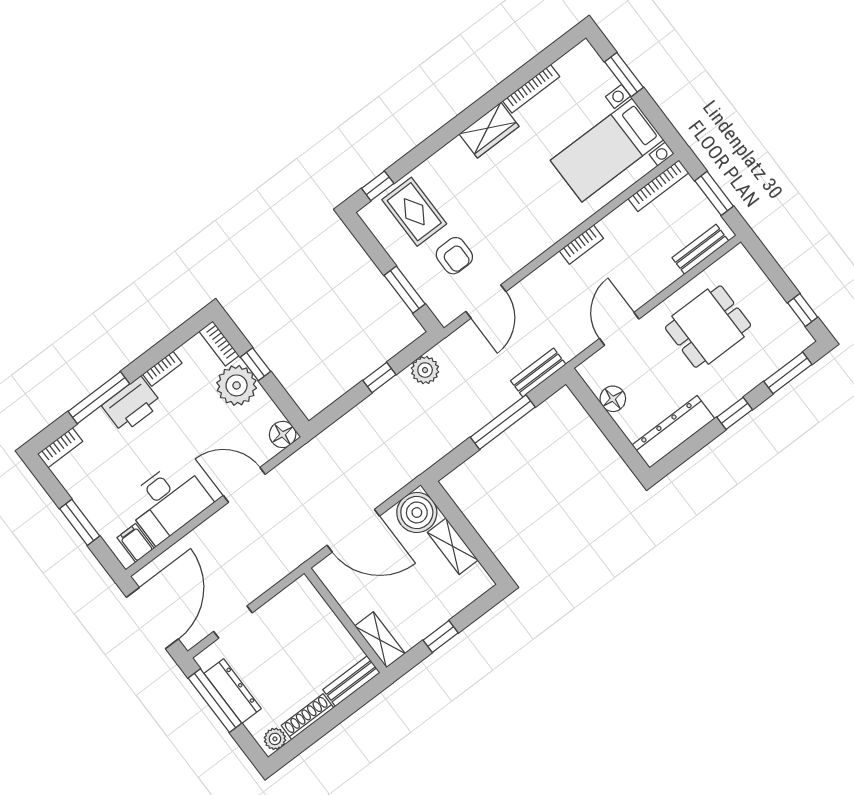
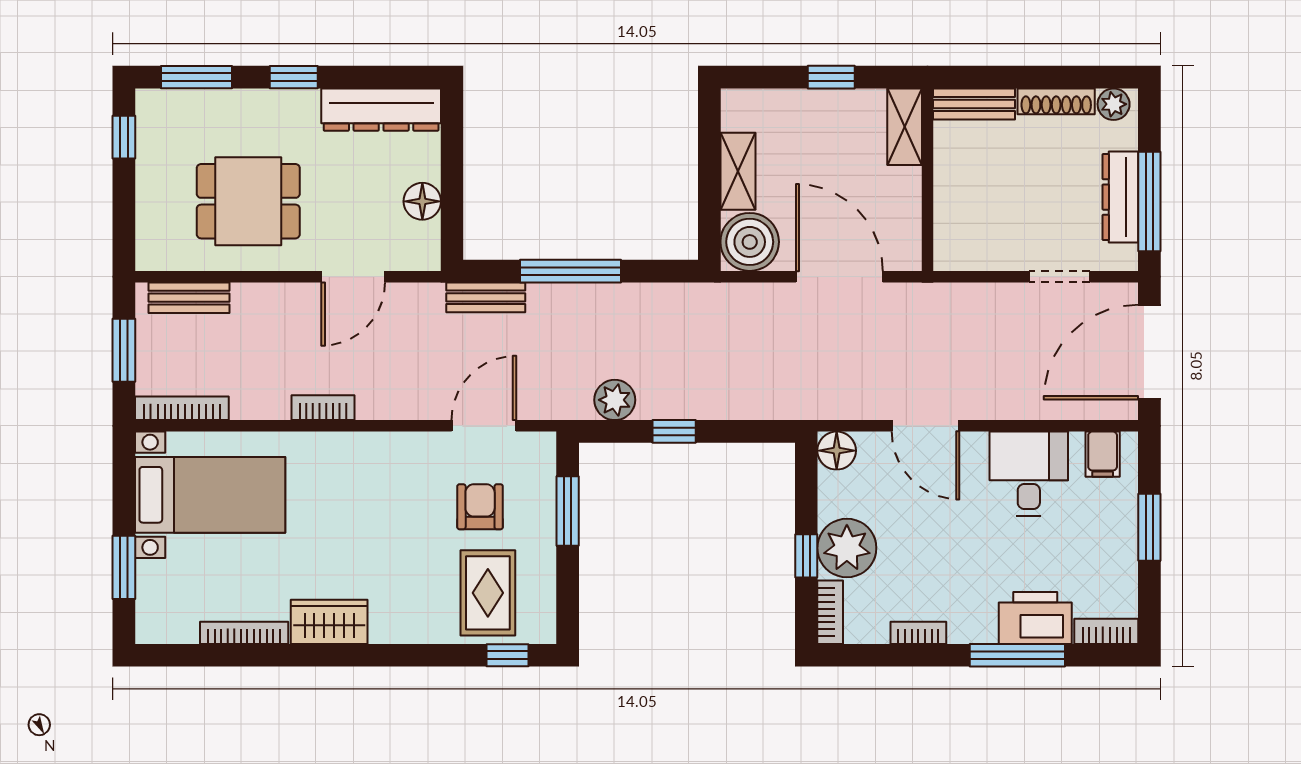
printer: (132, 405) -> (1035, 618), moved
desk: (168, 502) -> (1029, 474), width x0.73

